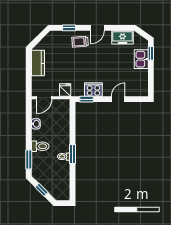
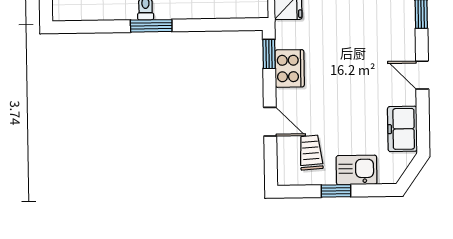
trolley: (80, 42) -> (311, 153), moved
window: (151, 53) -> (336, 191), moved

